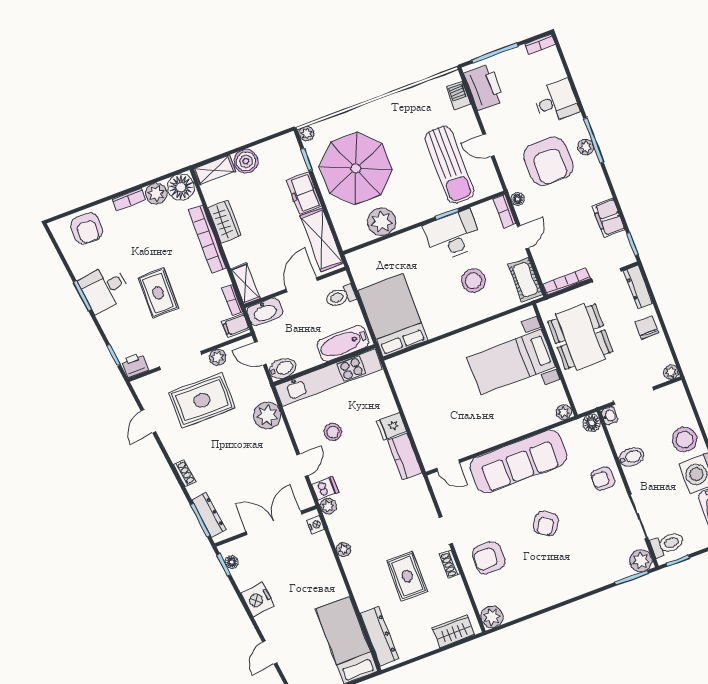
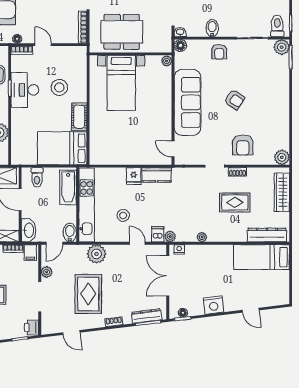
cot: (525, 279) -> (79, 117), moved, turned 90
rug: (202, 400) -> (88, 294), moved
door: (448, 466) -> (173, 149), swing flipped
wardrobe: (454, 631) -> (282, 192), width x1.50

